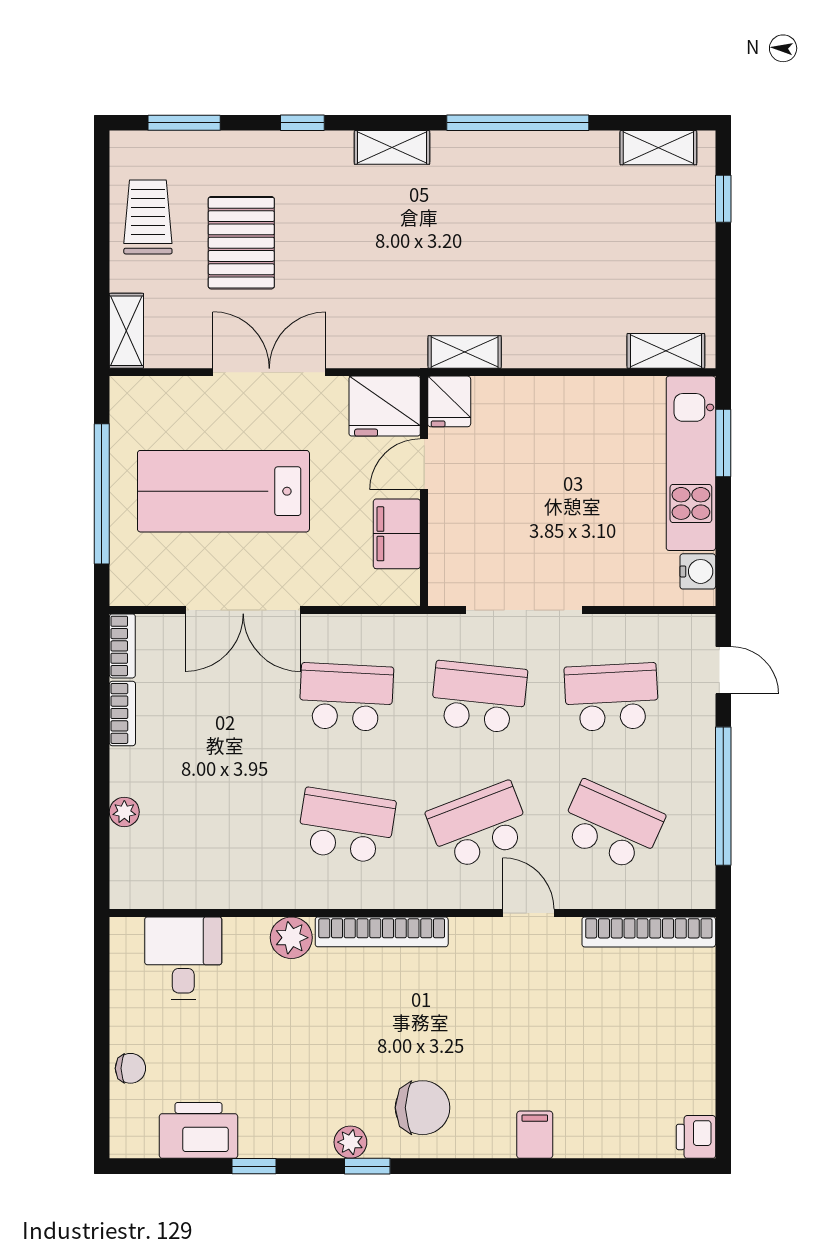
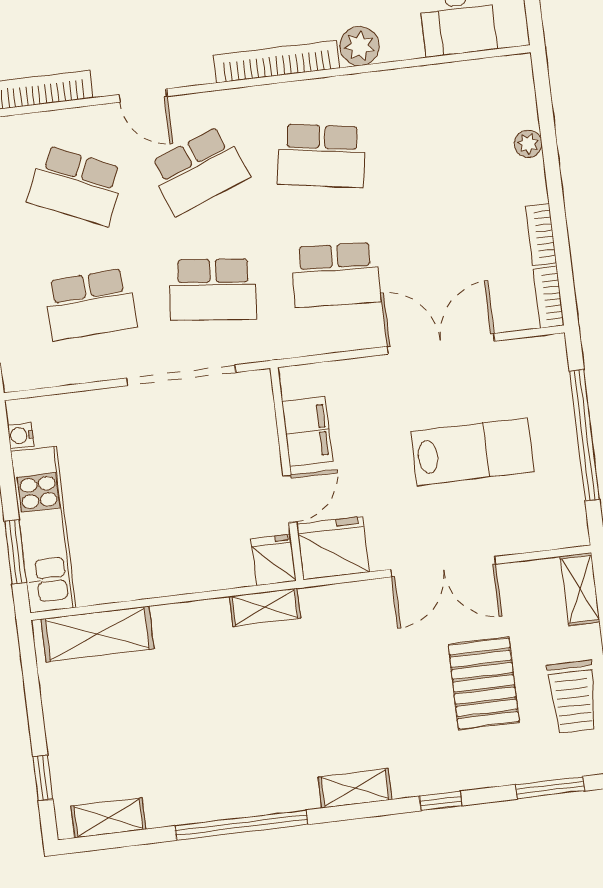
shelving: (666, 351) -> (97, 634), width x1.50, depth x1.33
lab bench: (223, 491) -> (472, 451), width x0.73, depth x0.72
water cooler: (698, 571) -> (21, 435), width x0.72, depth x0.72

